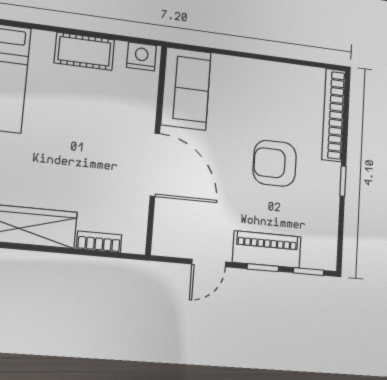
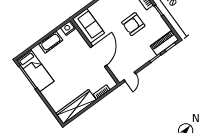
door: (155, 165) -> (99, 56), hinge flipped
piano: (267, 249) -> (164, 43), moved
door: (209, 263) -> (130, 77), moved

